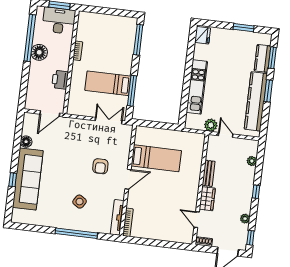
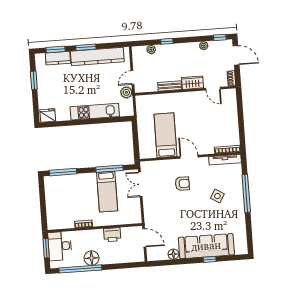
window: (256, 192) -> (167, 41), moved
door: (197, 220) -> (213, 89), hinge flipped

